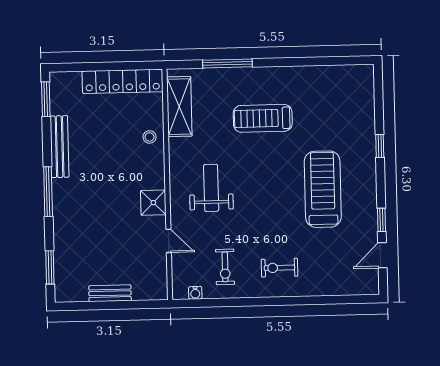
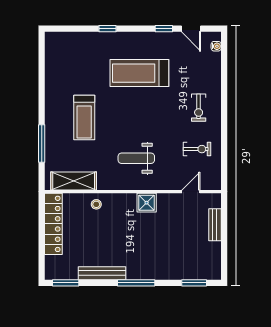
door: (169, 241) -> (191, 192), moved
bench: (110, 293) -> (215, 225), moved
water cooler: (195, 293) -> (216, 46), moved

